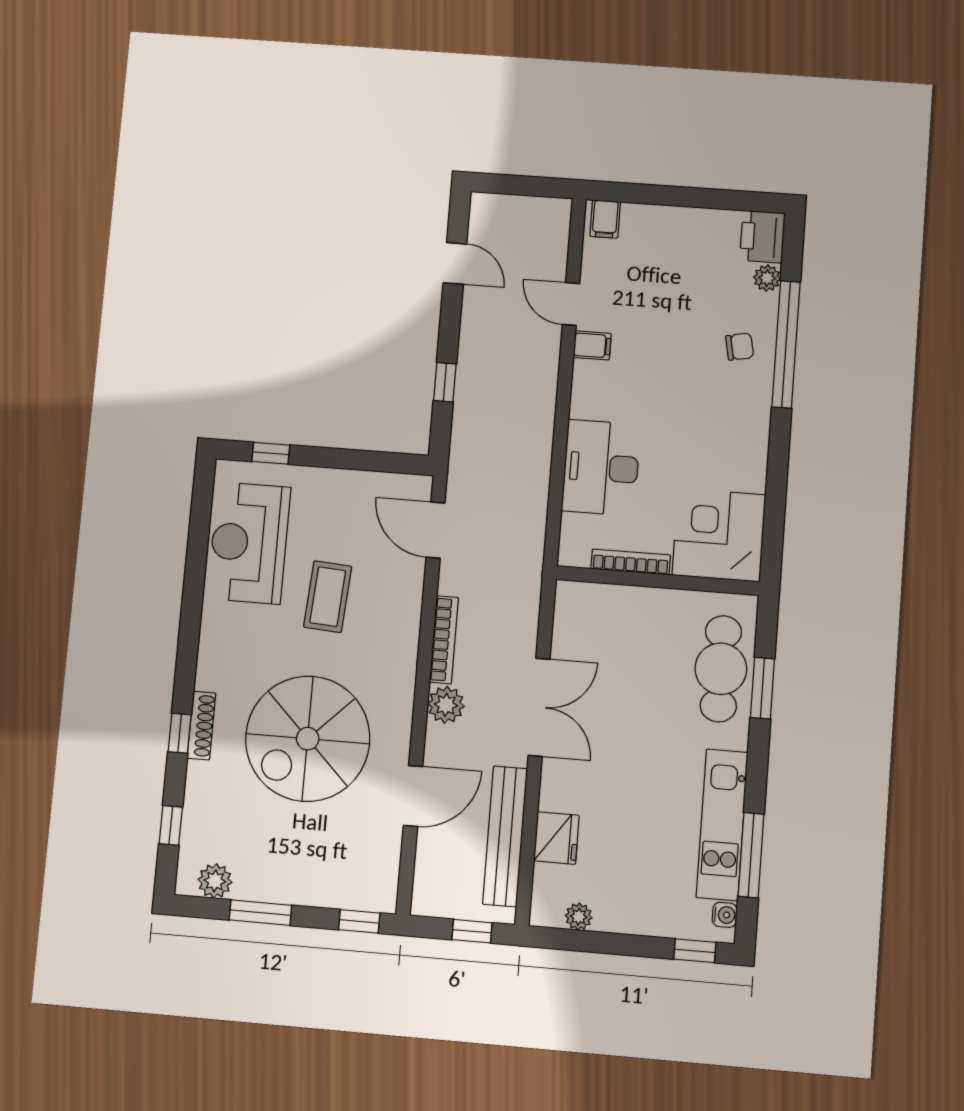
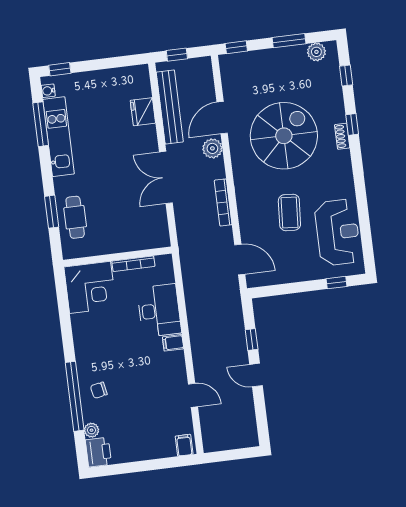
door: (455, 263) -> (256, 375), moved
filing cabinet: (592, 345) -> (173, 343), moved
cafe table: (721, 669) -> (75, 217), width x0.73, depth x0.74
plant: (446, 705) -> (212, 148), moved
shoe rack: (201, 726) -> (342, 136), width x0.70
plant: (579, 917) -> (123, 74), removed

